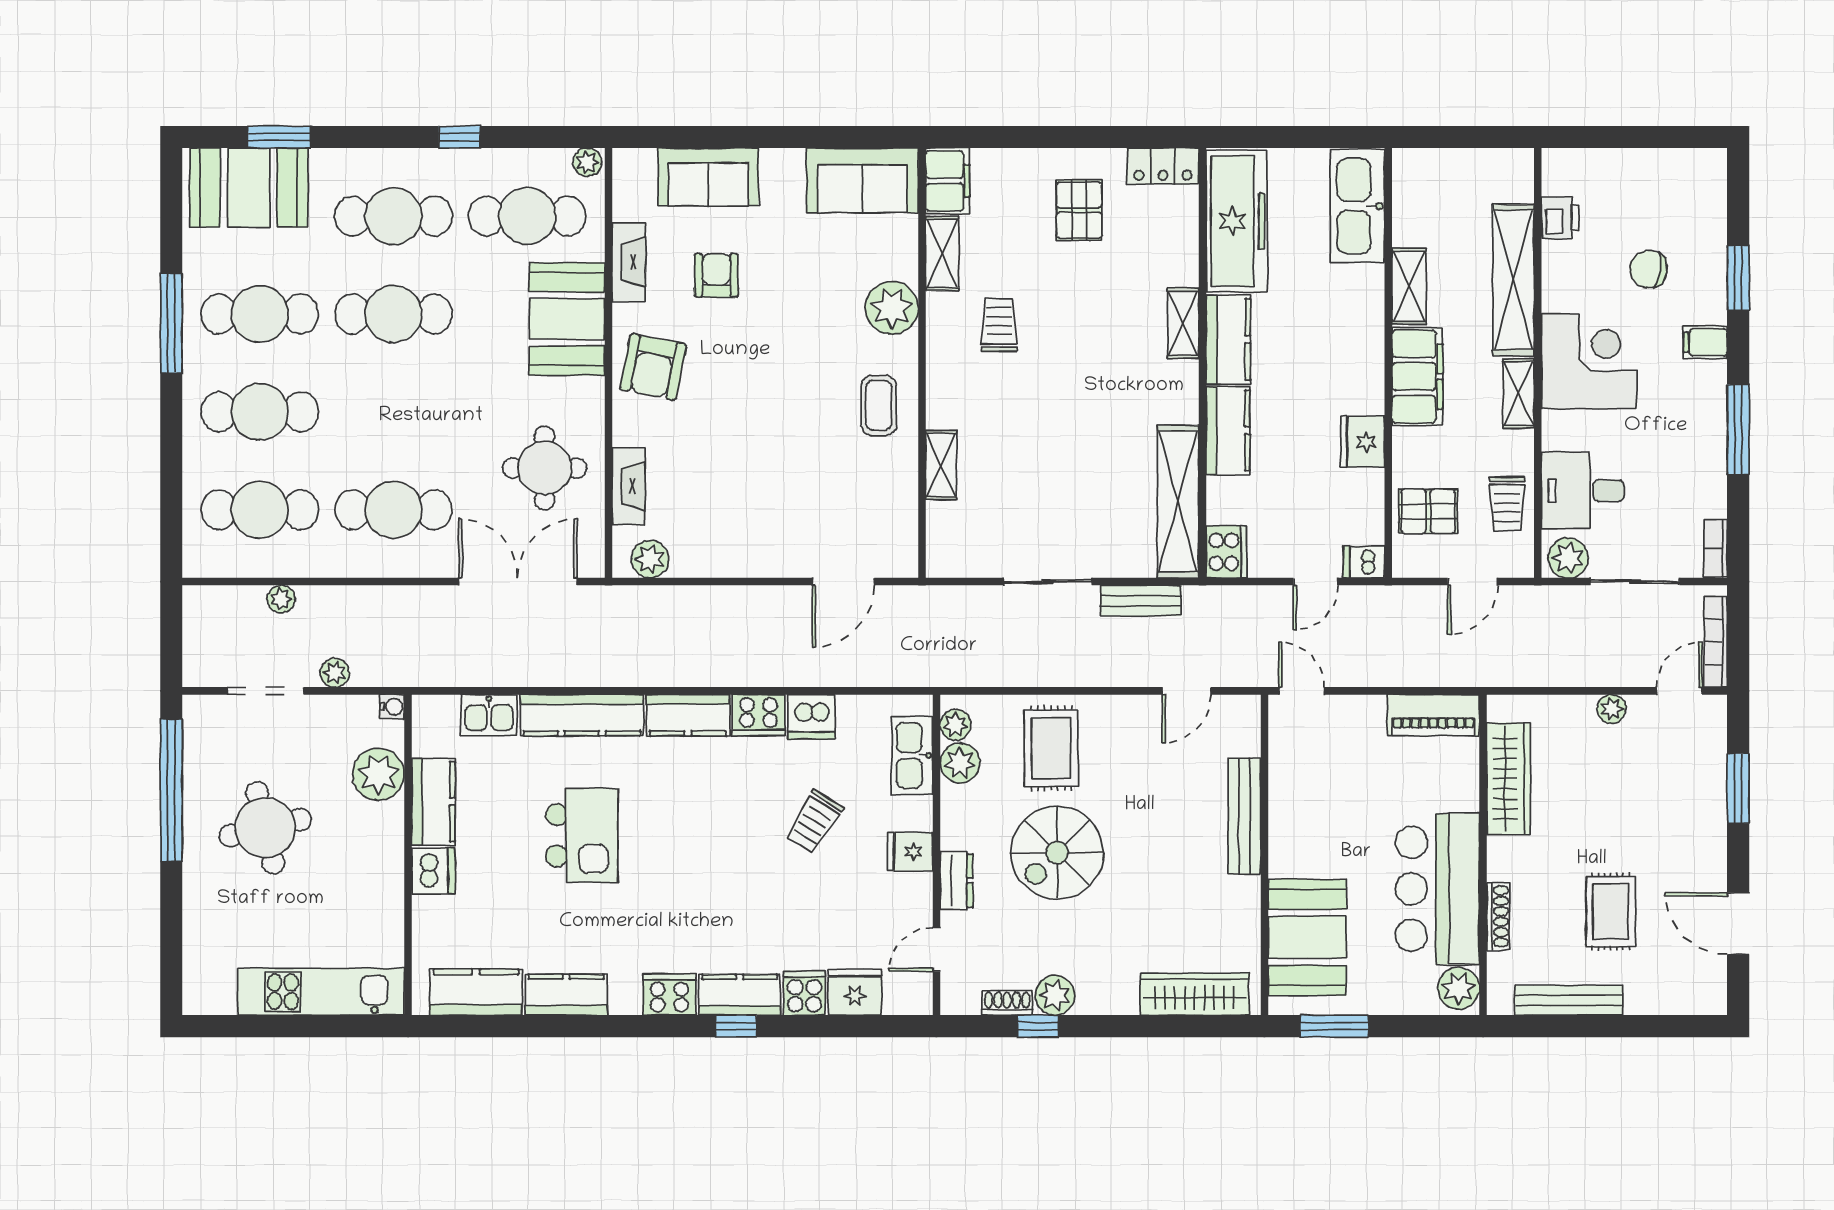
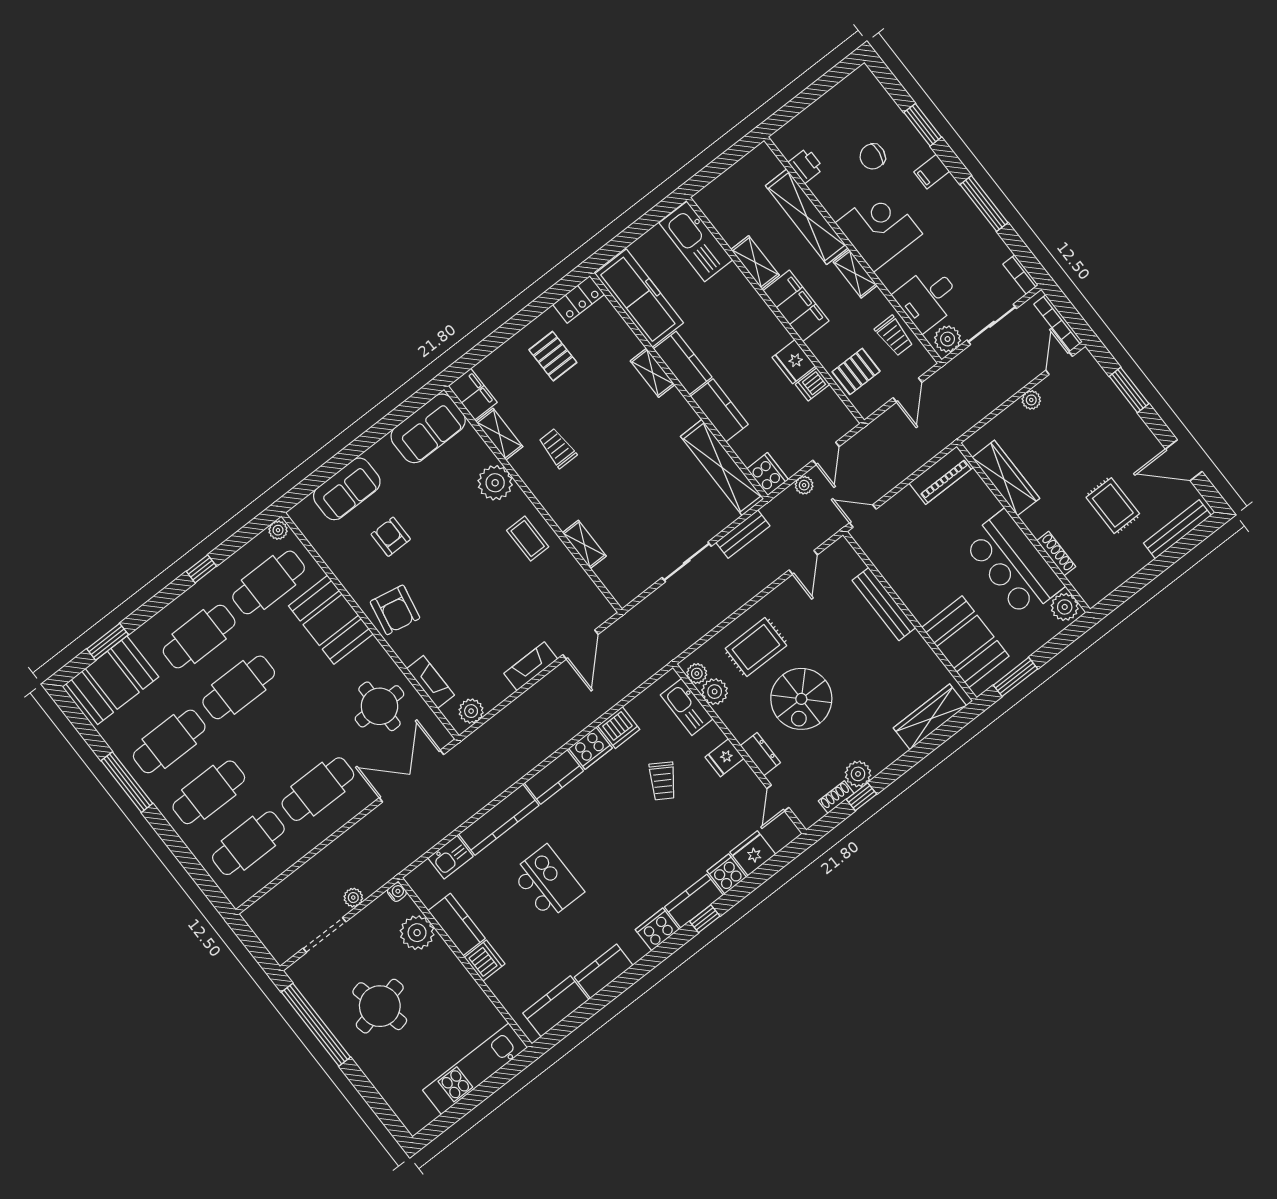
fireplace: (629, 262) -> (531, 666), moved, turned -90
dishwasher: (1364, 562) -> (813, 384), moved
plant: (281, 599) -> (804, 485), moved
rug: (1051, 748) -> (756, 647), turned 90
bench: (1569, 1000) -> (1177, 529), moved

